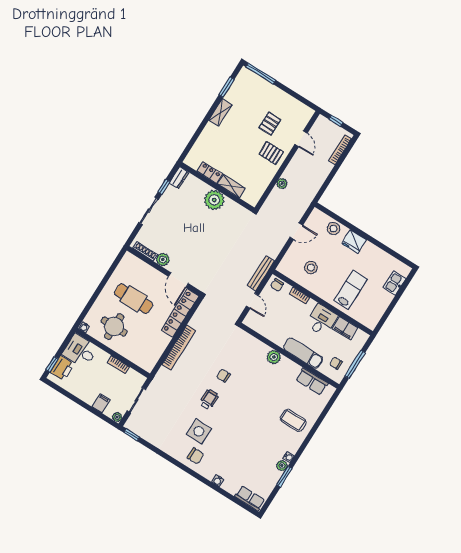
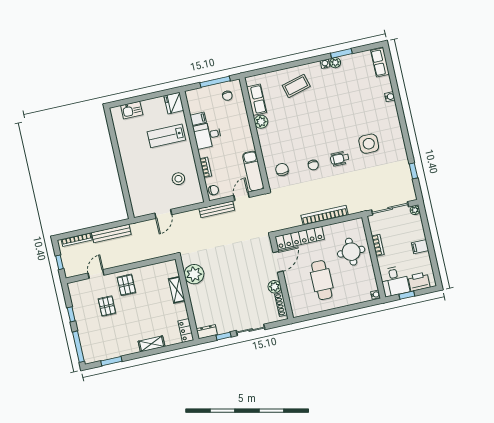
window: (290, 92) -> (71, 314), added
shelving: (220, 112) -> (152, 344), moved
pallet: (270, 124) -> (107, 306), turned 90
locker: (210, 172) -> (186, 330), moved
bench: (319, 179) -> (111, 233), added
plant: (282, 184) -> (140, 256), removed
plant: (214, 200) -> (194, 274), moved
stool: (333, 229) -> (136, 190), removed
door: (296, 231) -> (163, 214), swing flipped
fridge: (354, 242) -> (174, 103), moved, turned 180
round table: (114, 327) -> (351, 252), moved
filing cabinet: (345, 328) -> (198, 119), width x0.50
exam couch: (303, 353) -> (253, 171), moved
plant: (274, 357) -> (261, 122), moved
window: (52, 364) -> (407, 295), moved
sliding door: (136, 400) -> (390, 208), width x1.37
filing cabinet: (101, 403) -> (420, 247), moved
coffee table: (293, 420) -> (296, 86), turned 75
window: (132, 435) -> (413, 171), moved
chair: (195, 456) -> (282, 169), moved

